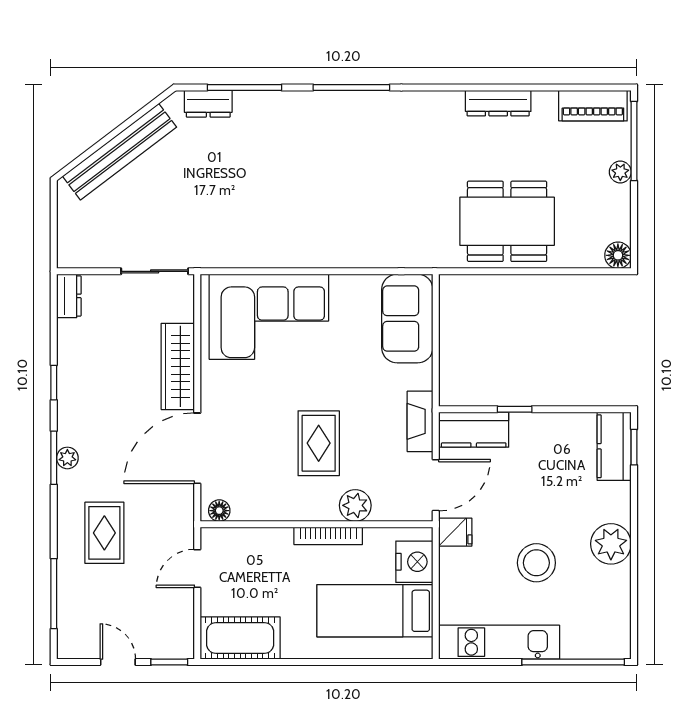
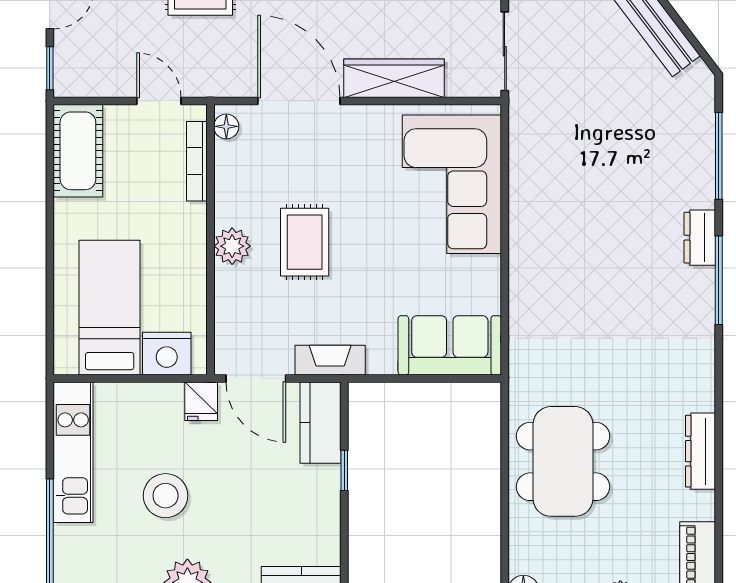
dresser: (208, 104) -> (700, 238), moved
rug: (319, 443) -> (305, 242), turned 90
plant: (355, 505) -> (232, 246), moved
bookcase: (328, 536) -> (197, 161), moved

